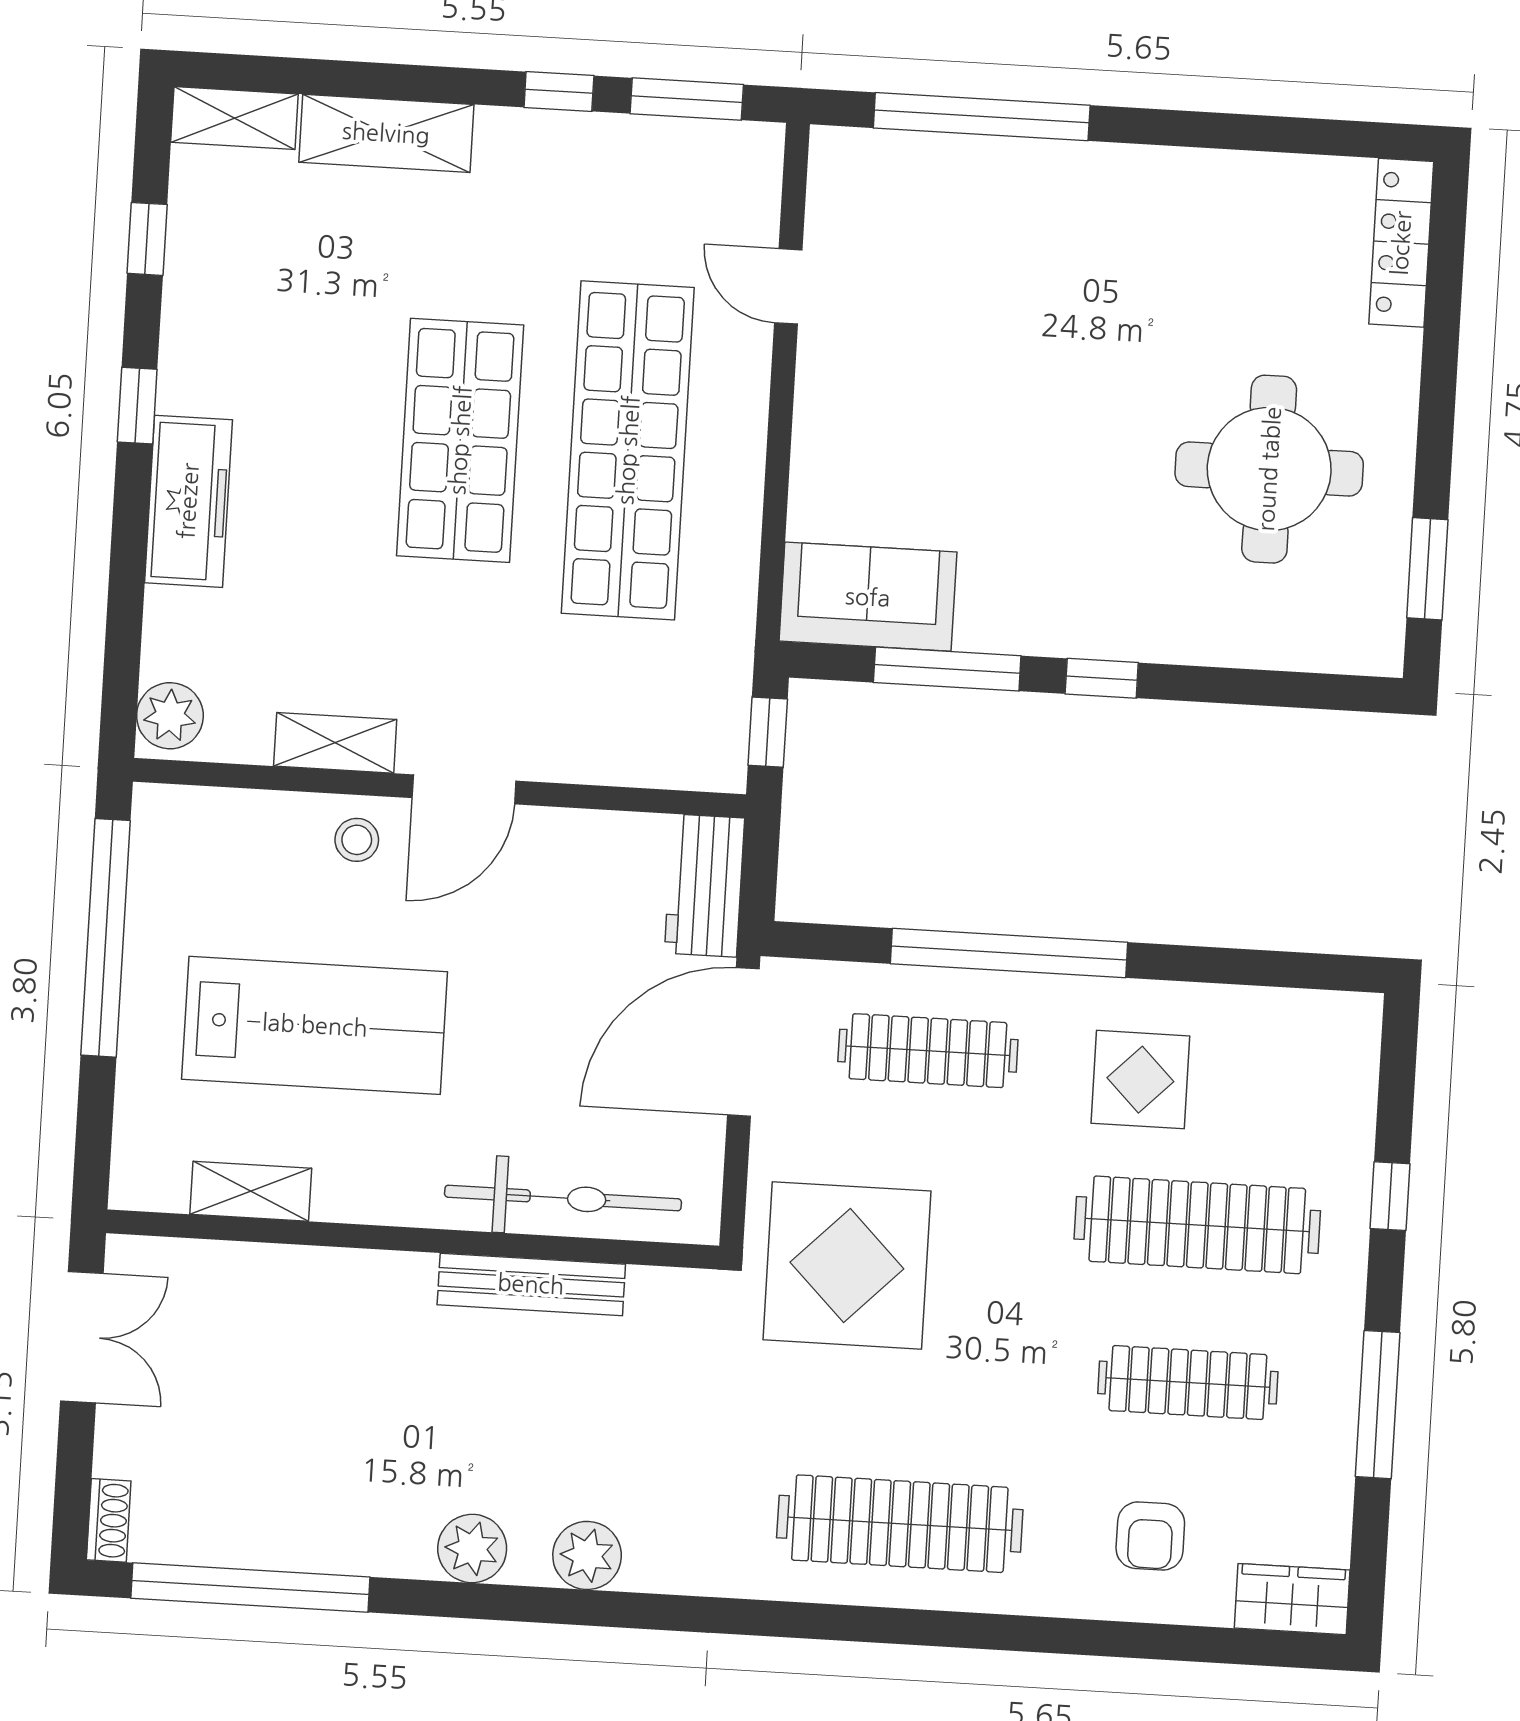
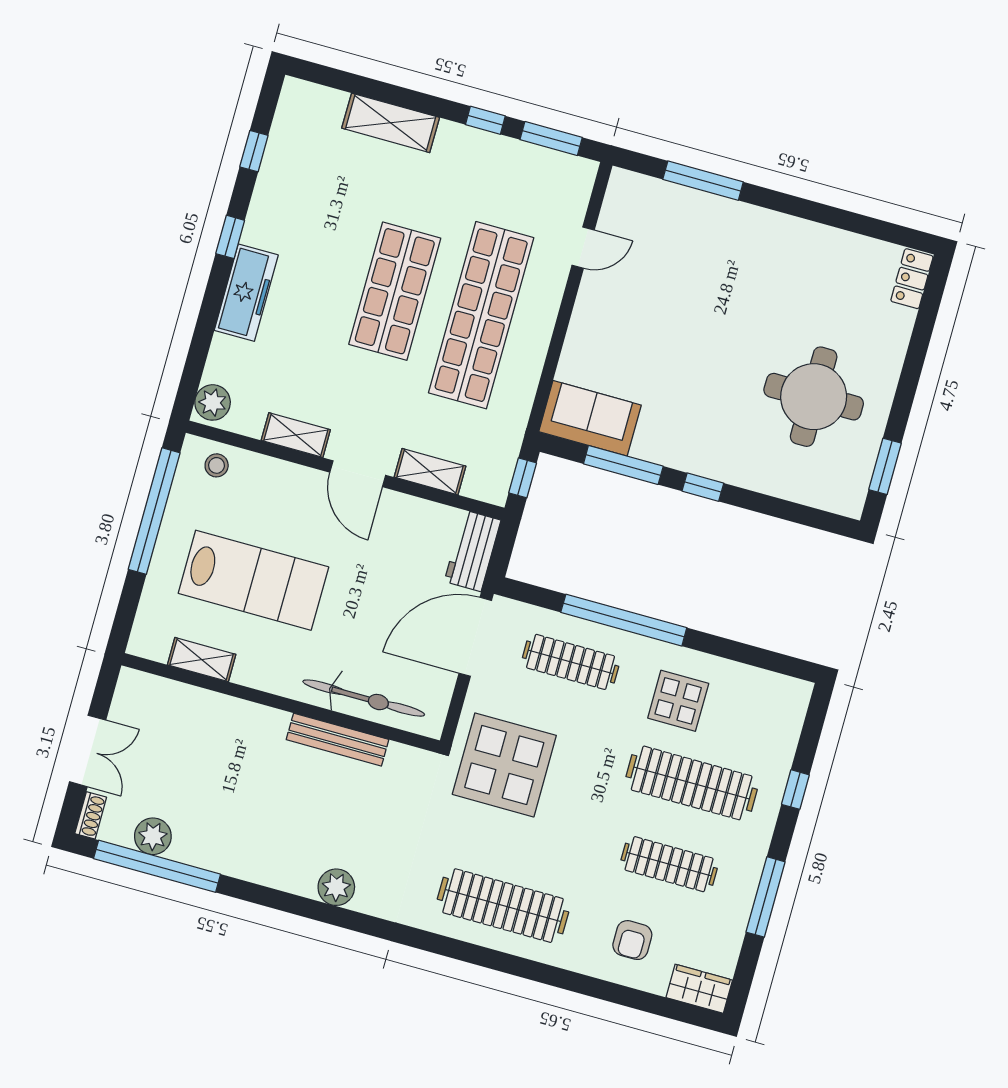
window: (982, 117) -> (703, 181), width x0.68
shelving: (234, 118) -> (430, 472), moved
locker: (1401, 243) -> (912, 279), width x0.66
door: (788, 286) -> (583, 248), swing flipped
door: (464, 789) -> (358, 474), hinge flipped
stool: (357, 840) -> (217, 465), moved
double door: (82, 1337) -> (88, 751), moved
plant: (472, 1549) -> (153, 836), moved

